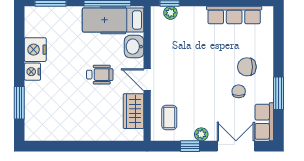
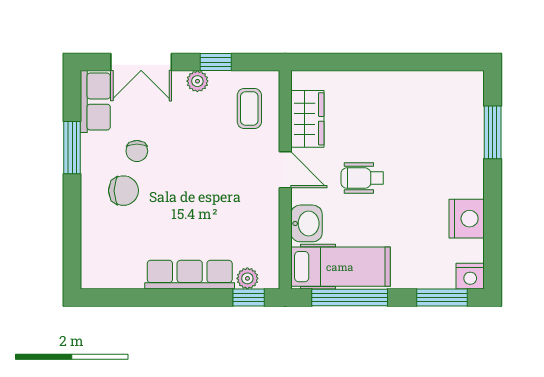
row of seats: (234, 15) -> (190, 275), moved
nightstand: (32, 72) -> (470, 276), moved, turned 90

